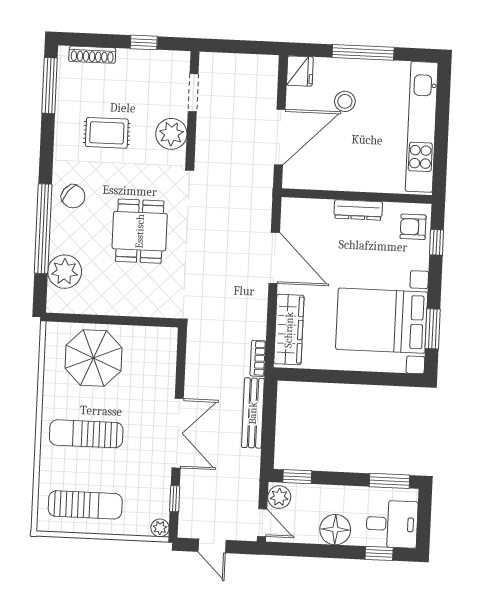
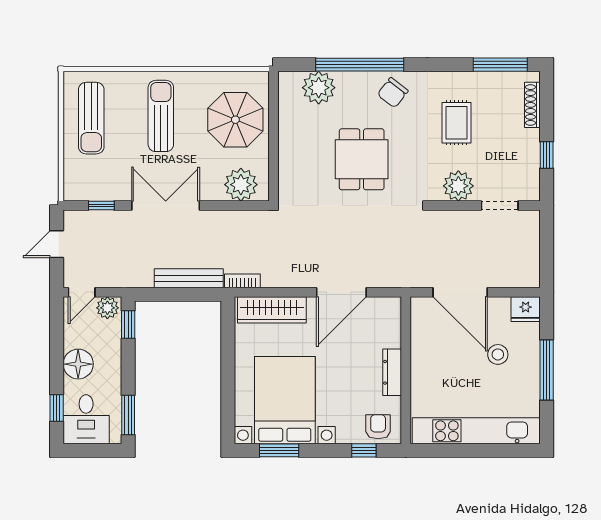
dining table: (140, 231) -> (362, 159), turned 90
double door: (178, 433) -> (166, 206), swing flipped
plant: (160, 528) -> (241, 185), moved, width x1.87, depth x1.87

